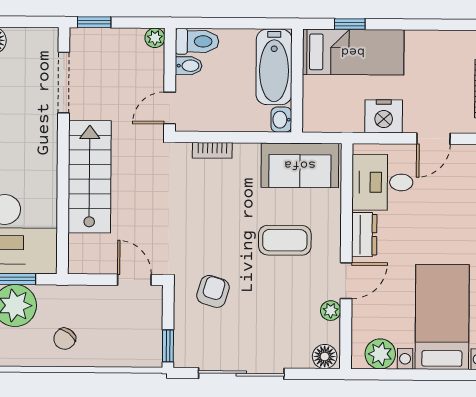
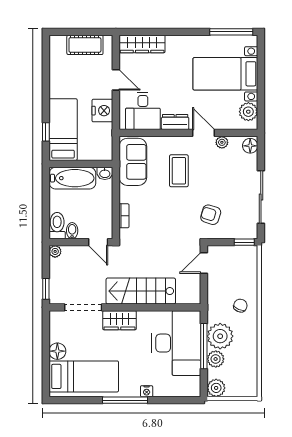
wardrobe: (42, 142) -> (119, 320), added
chair: (65, 339) -> (240, 306), turned -104

